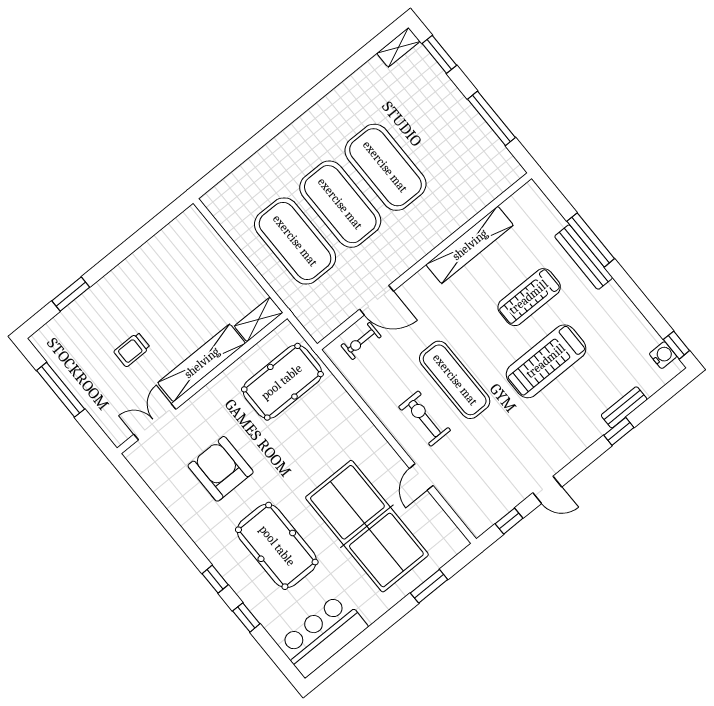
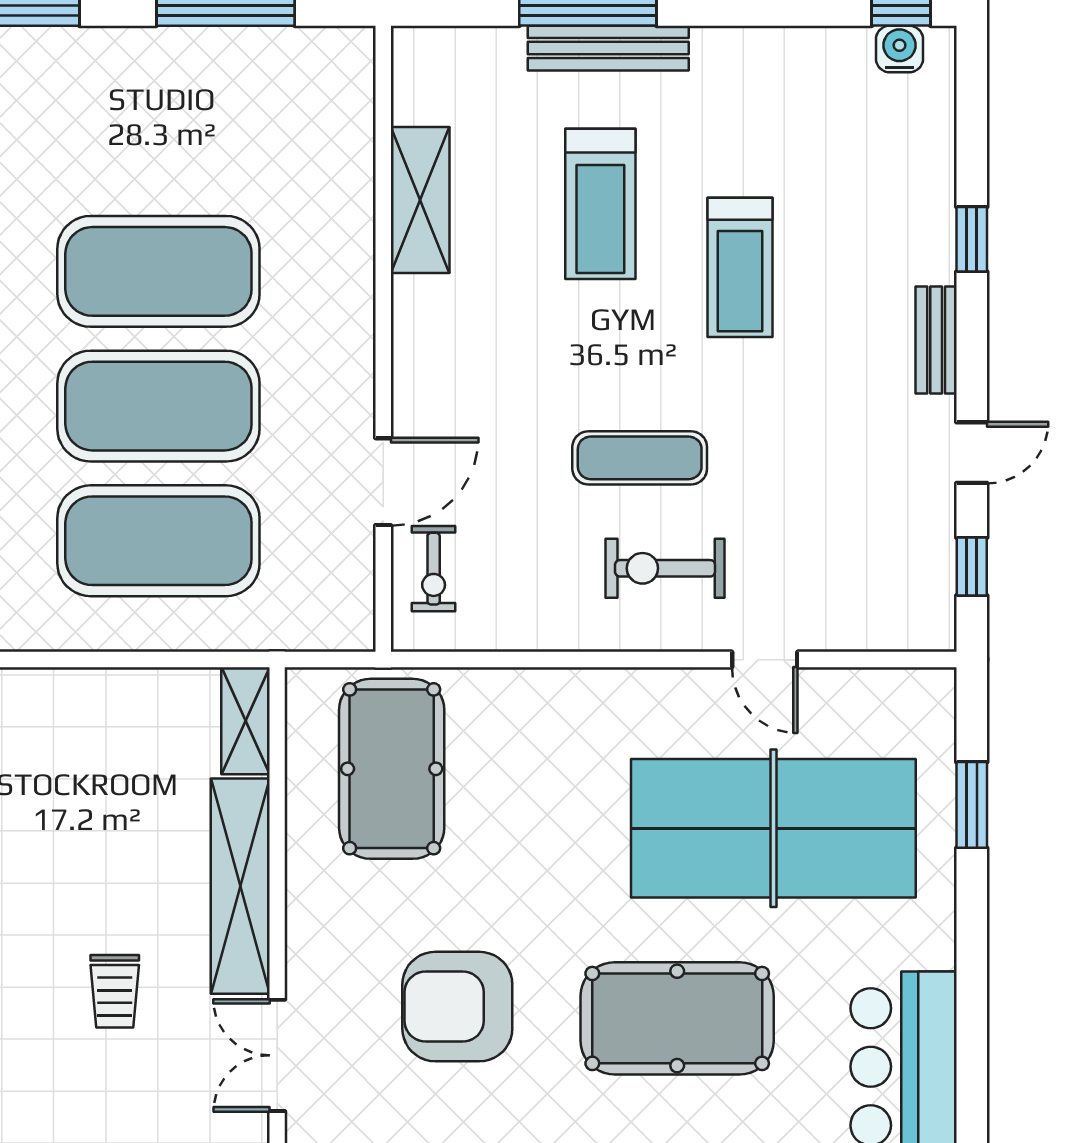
shelving: (470, 245) -> (420, 200), width x0.68
treadmill: (546, 361) -> (740, 267), width x0.73, depth x0.73
exercise mat: (455, 380) -> (640, 458), width x0.73, depth x0.69
bench: (624, 407) -> (936, 340), moved

